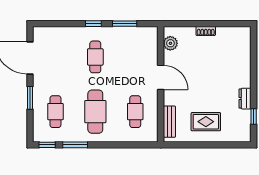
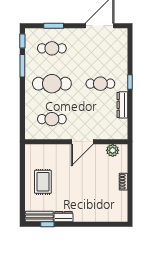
window: (125, 24) -> (130, 110), removed
dresser: (119, 32) -> (122, 105), added
window: (30, 98) -> (54, 26), moved
bench: (169, 122) -> (39, 216), moved

